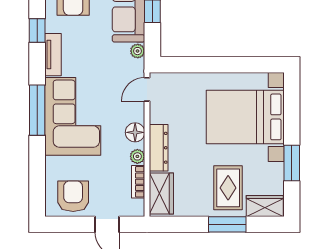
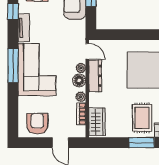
plant: (138, 51) -> (81, 68), moved
door: (147, 89) -> (87, 51), swing flipped
dresser: (159, 148) -> (95, 76), moved

